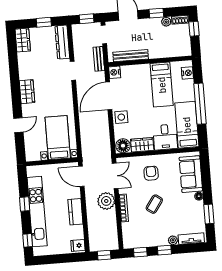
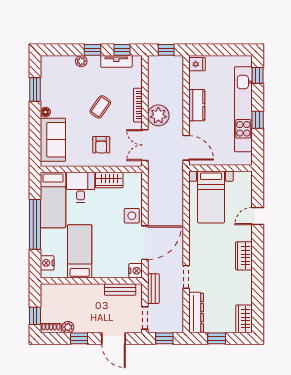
bench: (131, 56) -> (120, 289), width x0.73
floor lamp: (123, 146) -> (133, 181), removed
tv unit: (191, 239) -> (116, 61), moved

